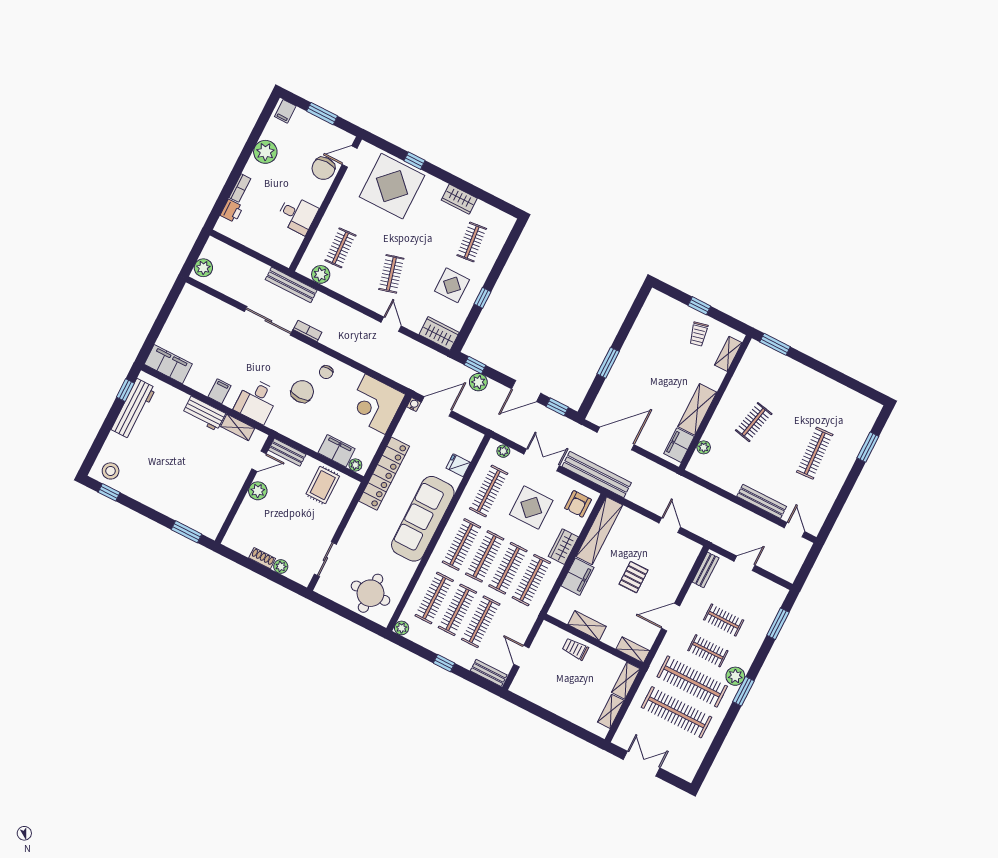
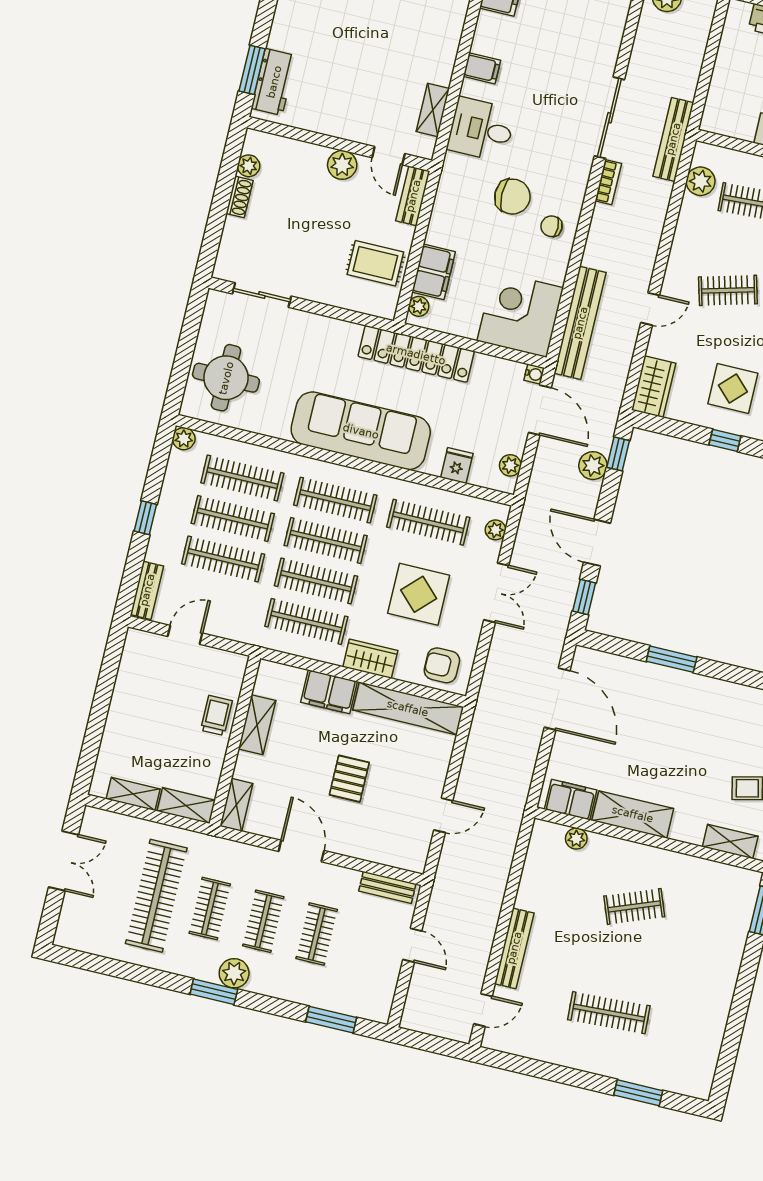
workbench: (204, 413) -> (274, 82), moved, turned 180
clothes rail: (754, 422) -> (634, 906), turned -33
plant: (466, 433) -> (510, 465), added
bench: (597, 475) -> (580, 323), moved
plant: (281, 567) -> (249, 166), moved
pallet: (634, 577) -> (349, 779), turned 90
clothes rail: (692, 681) -> (210, 909), width x0.54, depth x0.76

